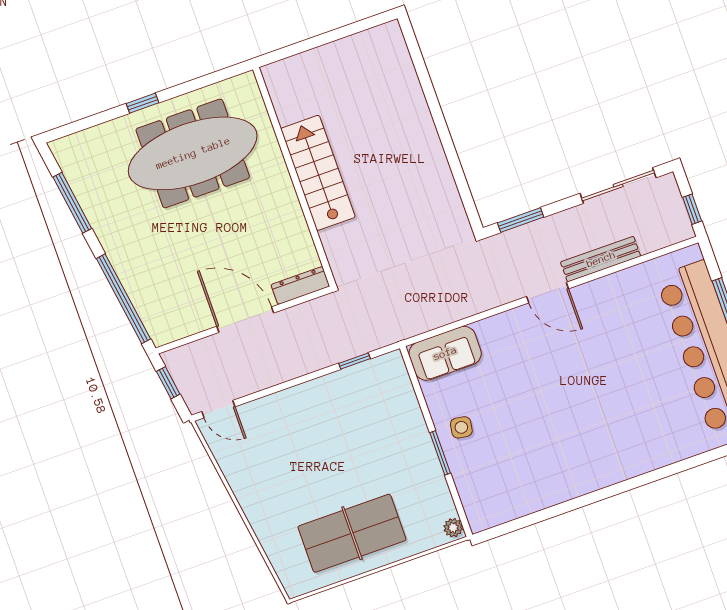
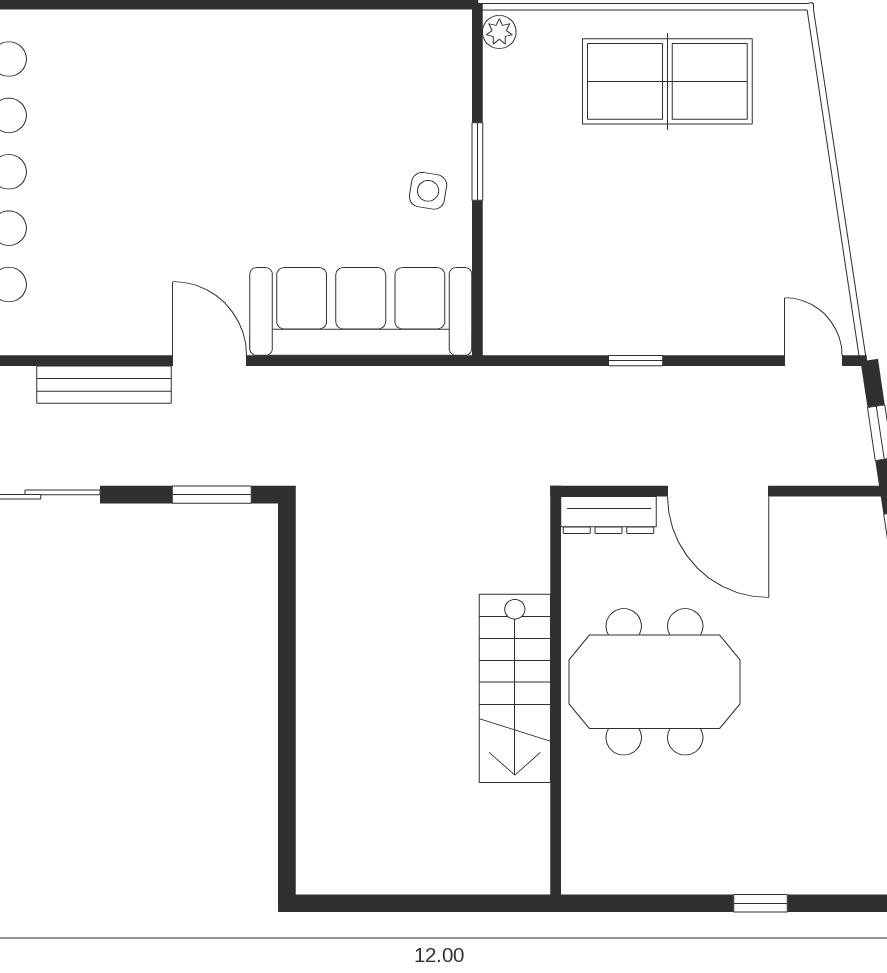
meeting table: (193, 153) -> (654, 682), moved, width x0.73
sofa: (445, 353) -> (361, 311), width x1.85, depth x1.27
window: (354, 361) -> (636, 361), moved

